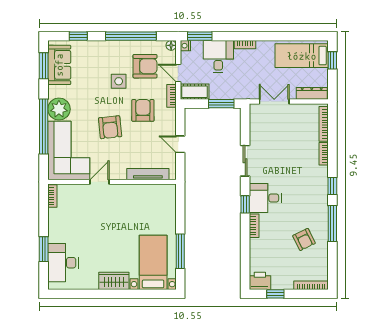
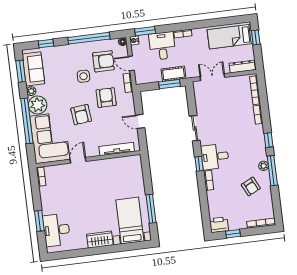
plant: (53, 91) -> (31, 91), added
cot: (195, 92) -> (173, 74), moved
plant: (322, 216) -> (263, 166), added

